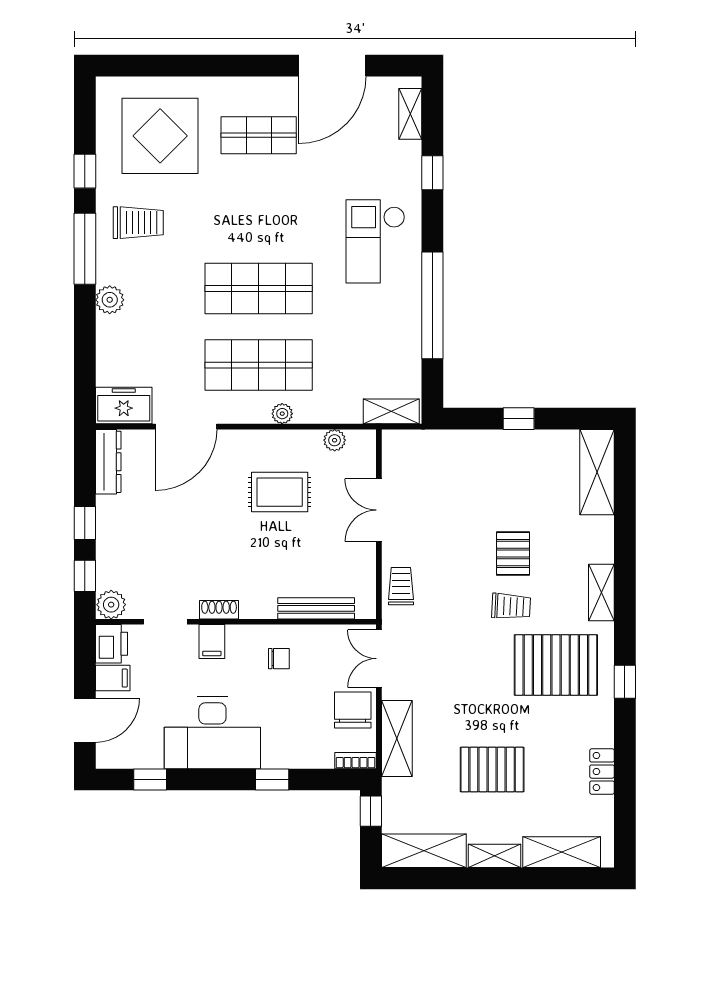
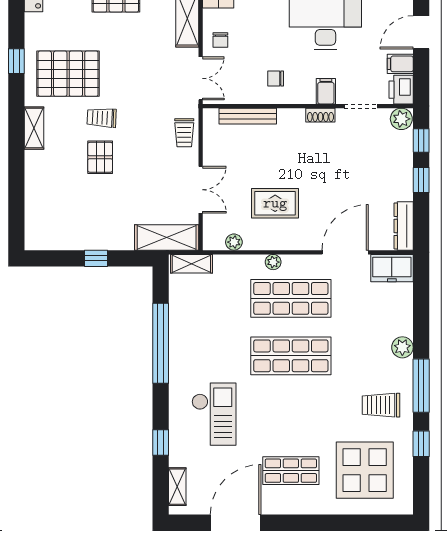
checkout: (375, 241) -> (214, 414), moved
shelving: (597, 472) -> (167, 237), moved, turned 90
chair: (353, 710) -> (220, 40), width x0.54, depth x0.54

